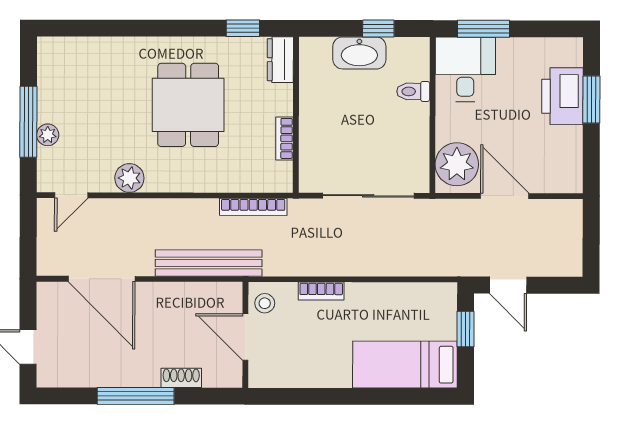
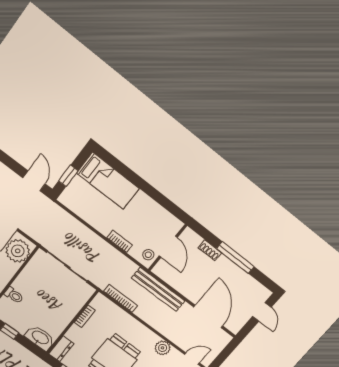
washbasin: (359, 53) -> (40, 338), moved

